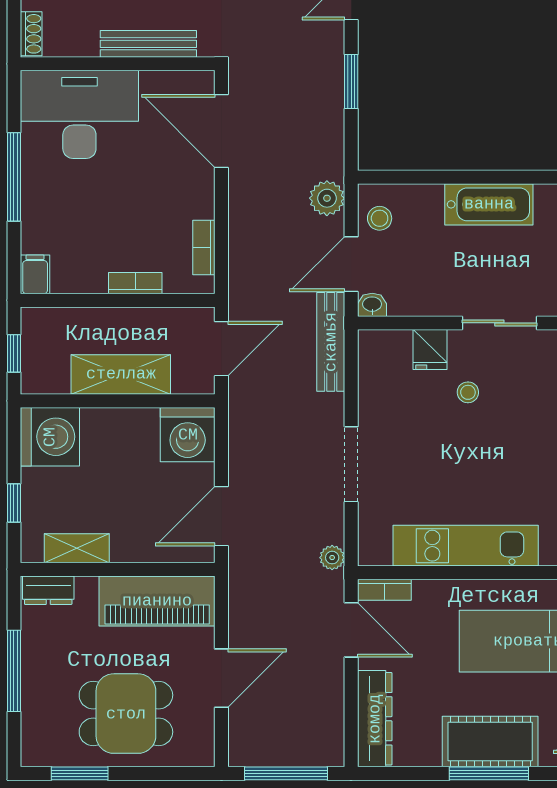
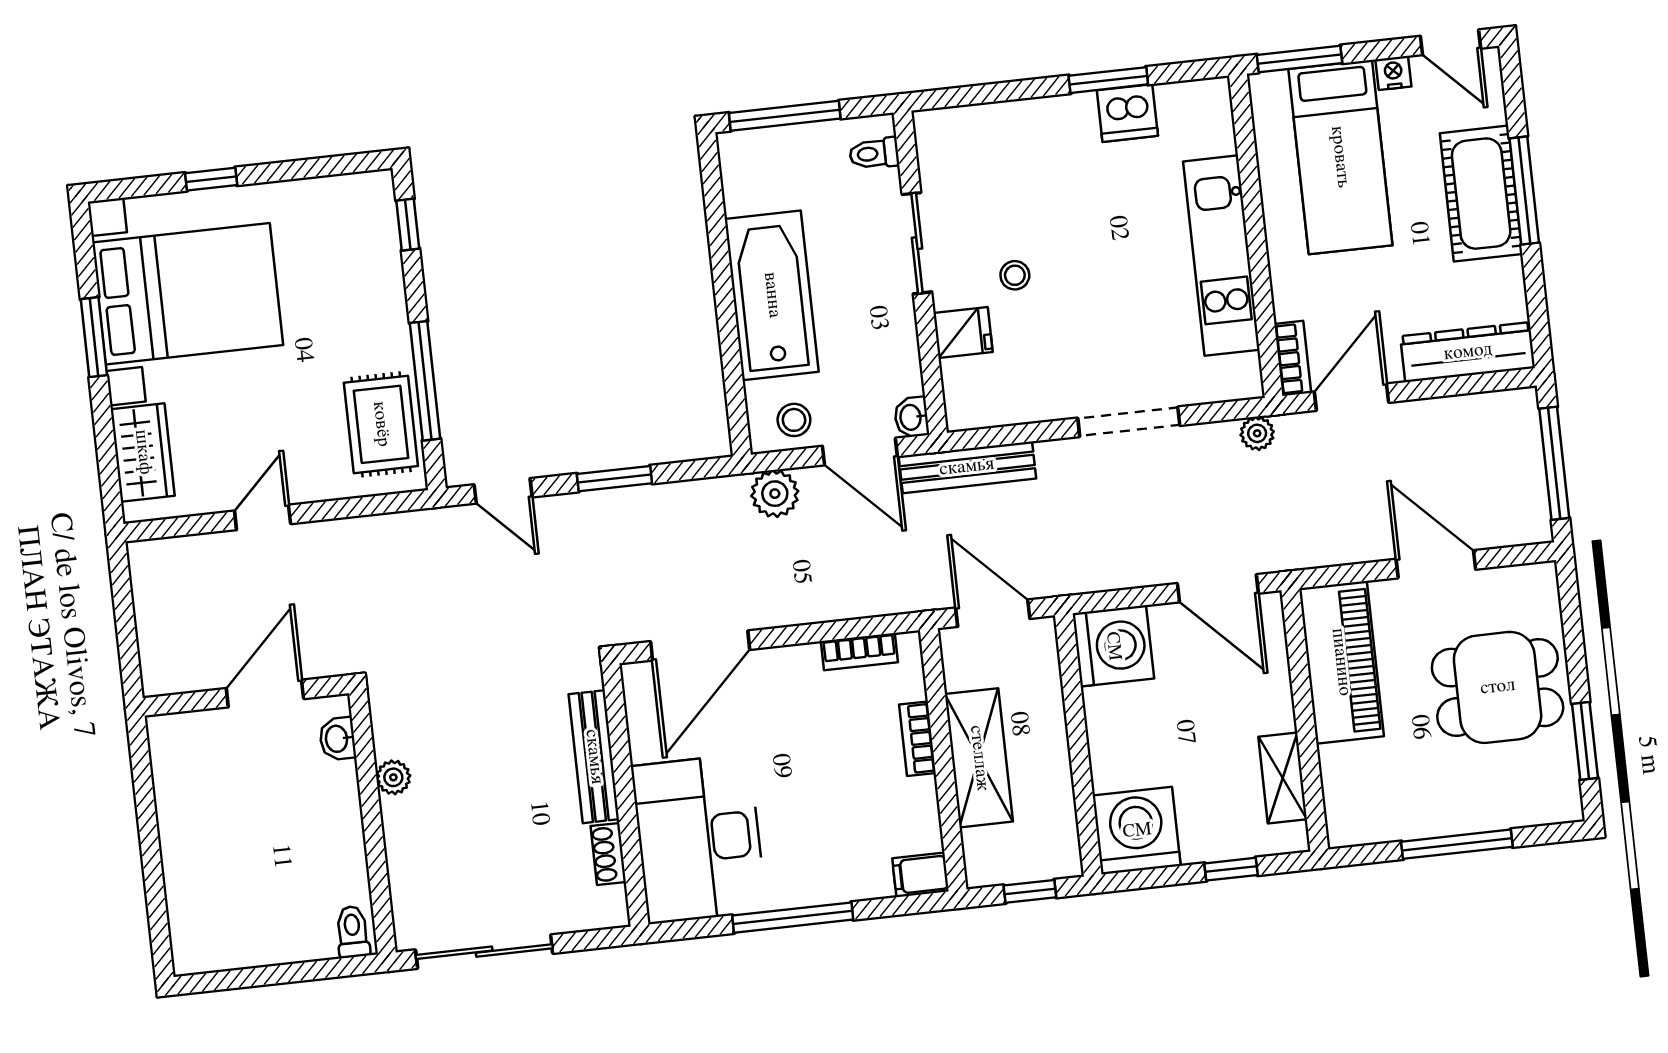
shoe rack: (31, 34) -> (608, 854), moved, turned -90
bathtub: (489, 204) -> (772, 295), width x1.36, depth x1.36
shelving: (121, 374) -> (979, 758), moved
dresser: (48, 590) -> (1343, 810), removed
dining table: (126, 714) -> (1498, 687), turned 90

